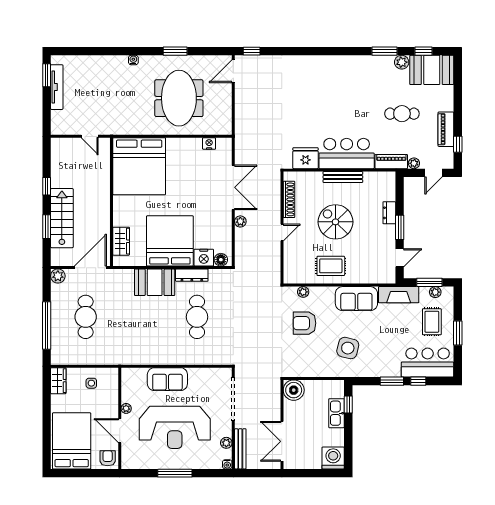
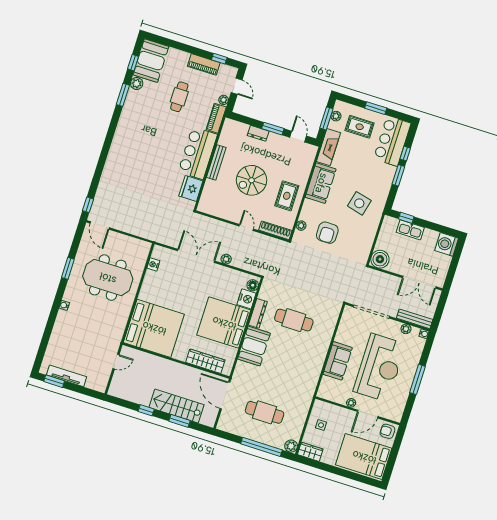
shoe rack: (289, 199) -> (275, 230), moved
wardrobe: (121, 241) -> (205, 361), width x1.50
plant: (58, 276) -> (291, 446), moved

